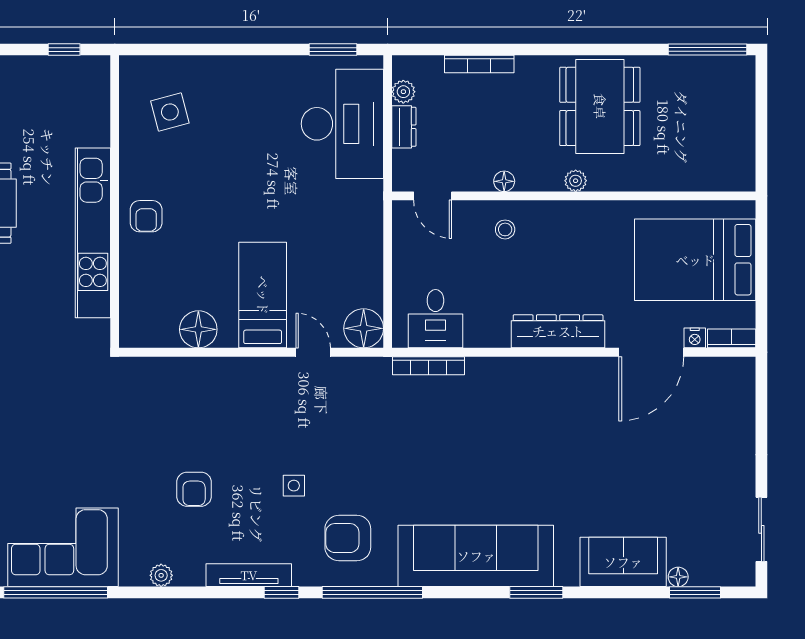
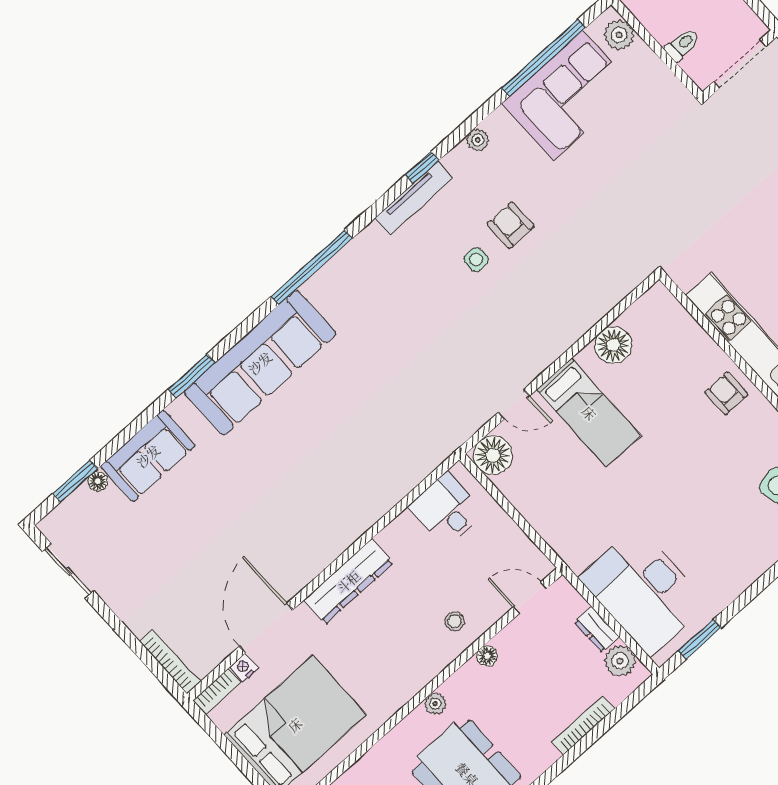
plant: (403, 92) -> (620, 661), width x1.38, depth x1.38
bookcase: (429, 366) -> (170, 662), moved, turned 90
side table: (294, 486) -> (476, 259), moved
armchair: (348, 538) -> (366, 291), removed
window: (281, 592) -> (422, 168), moved

